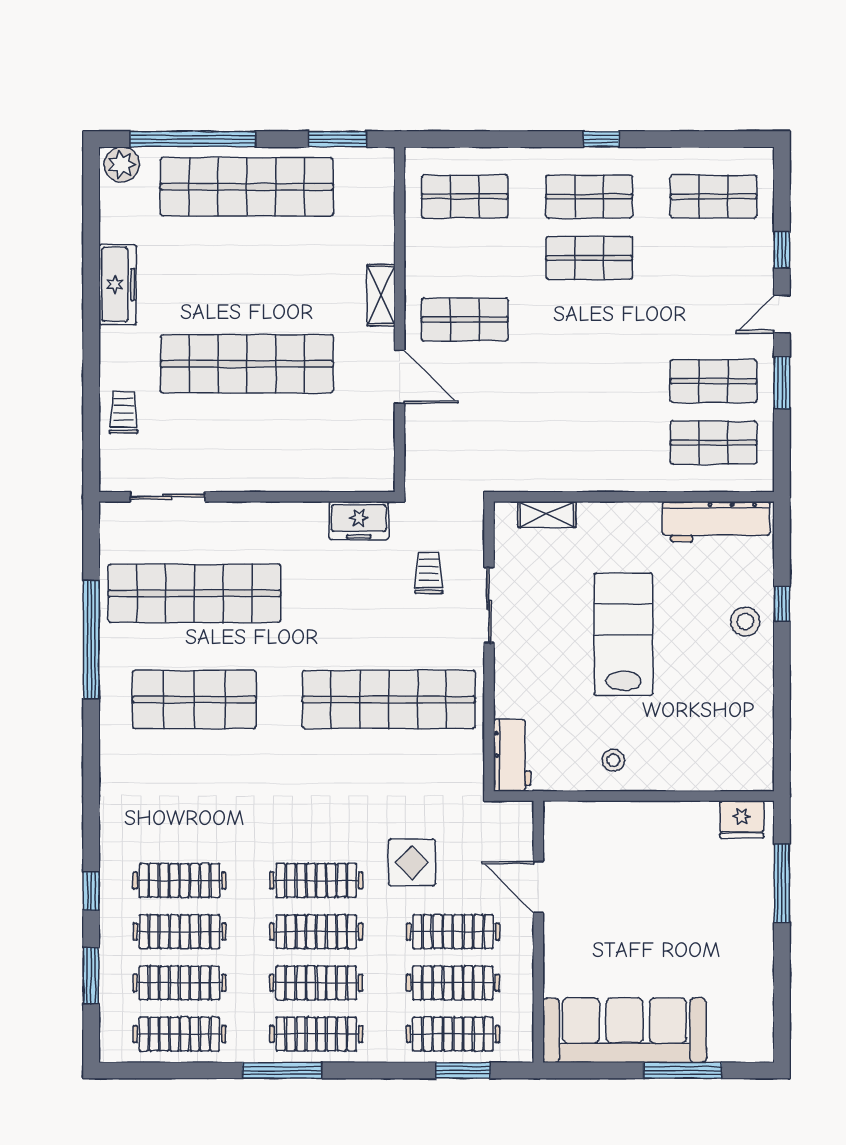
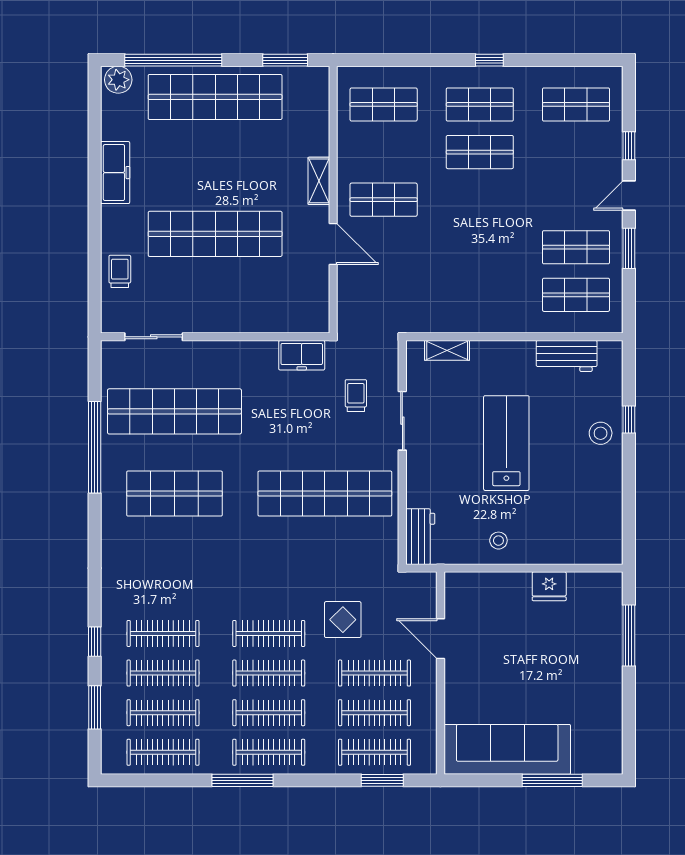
workbench: (716, 522) -> (567, 356), width x0.73
fridge: (742, 819) -> (549, 586), moved

